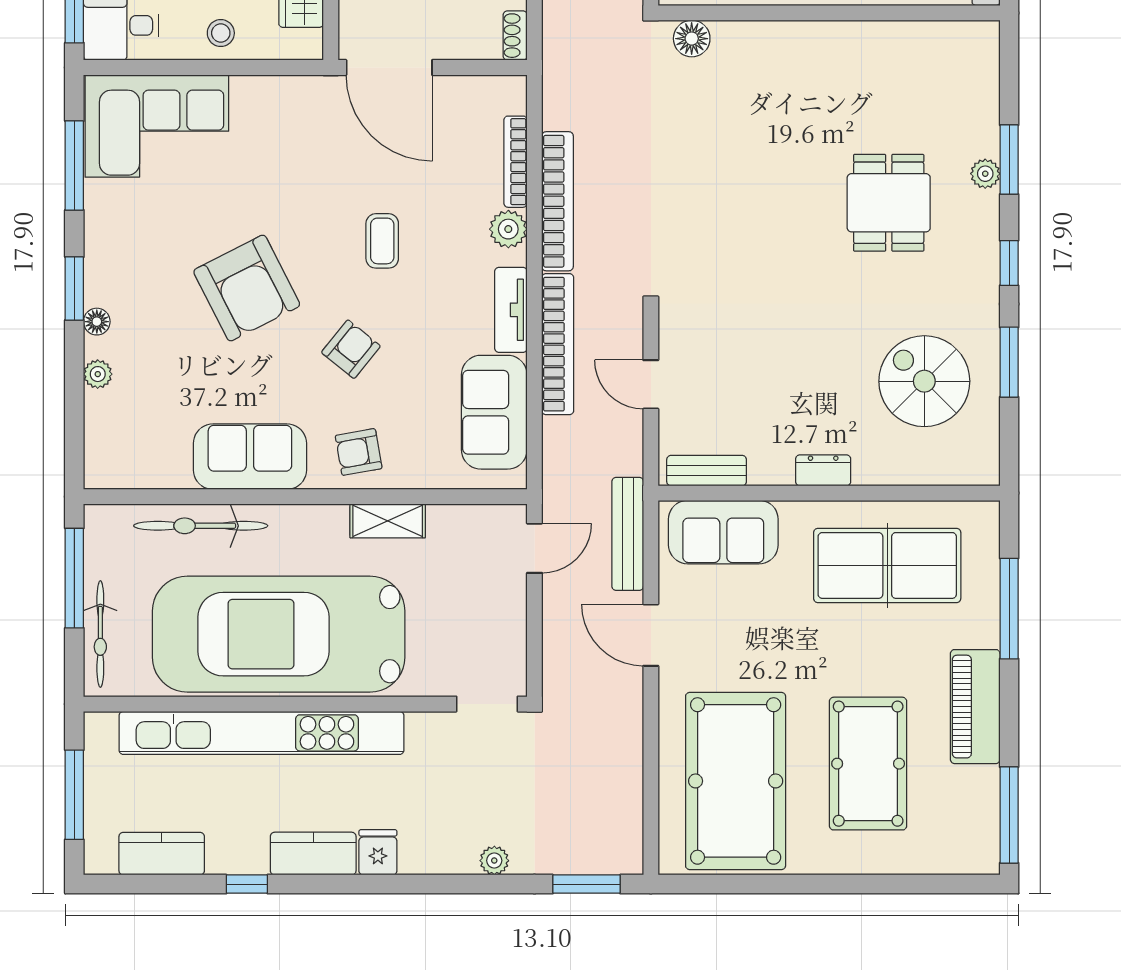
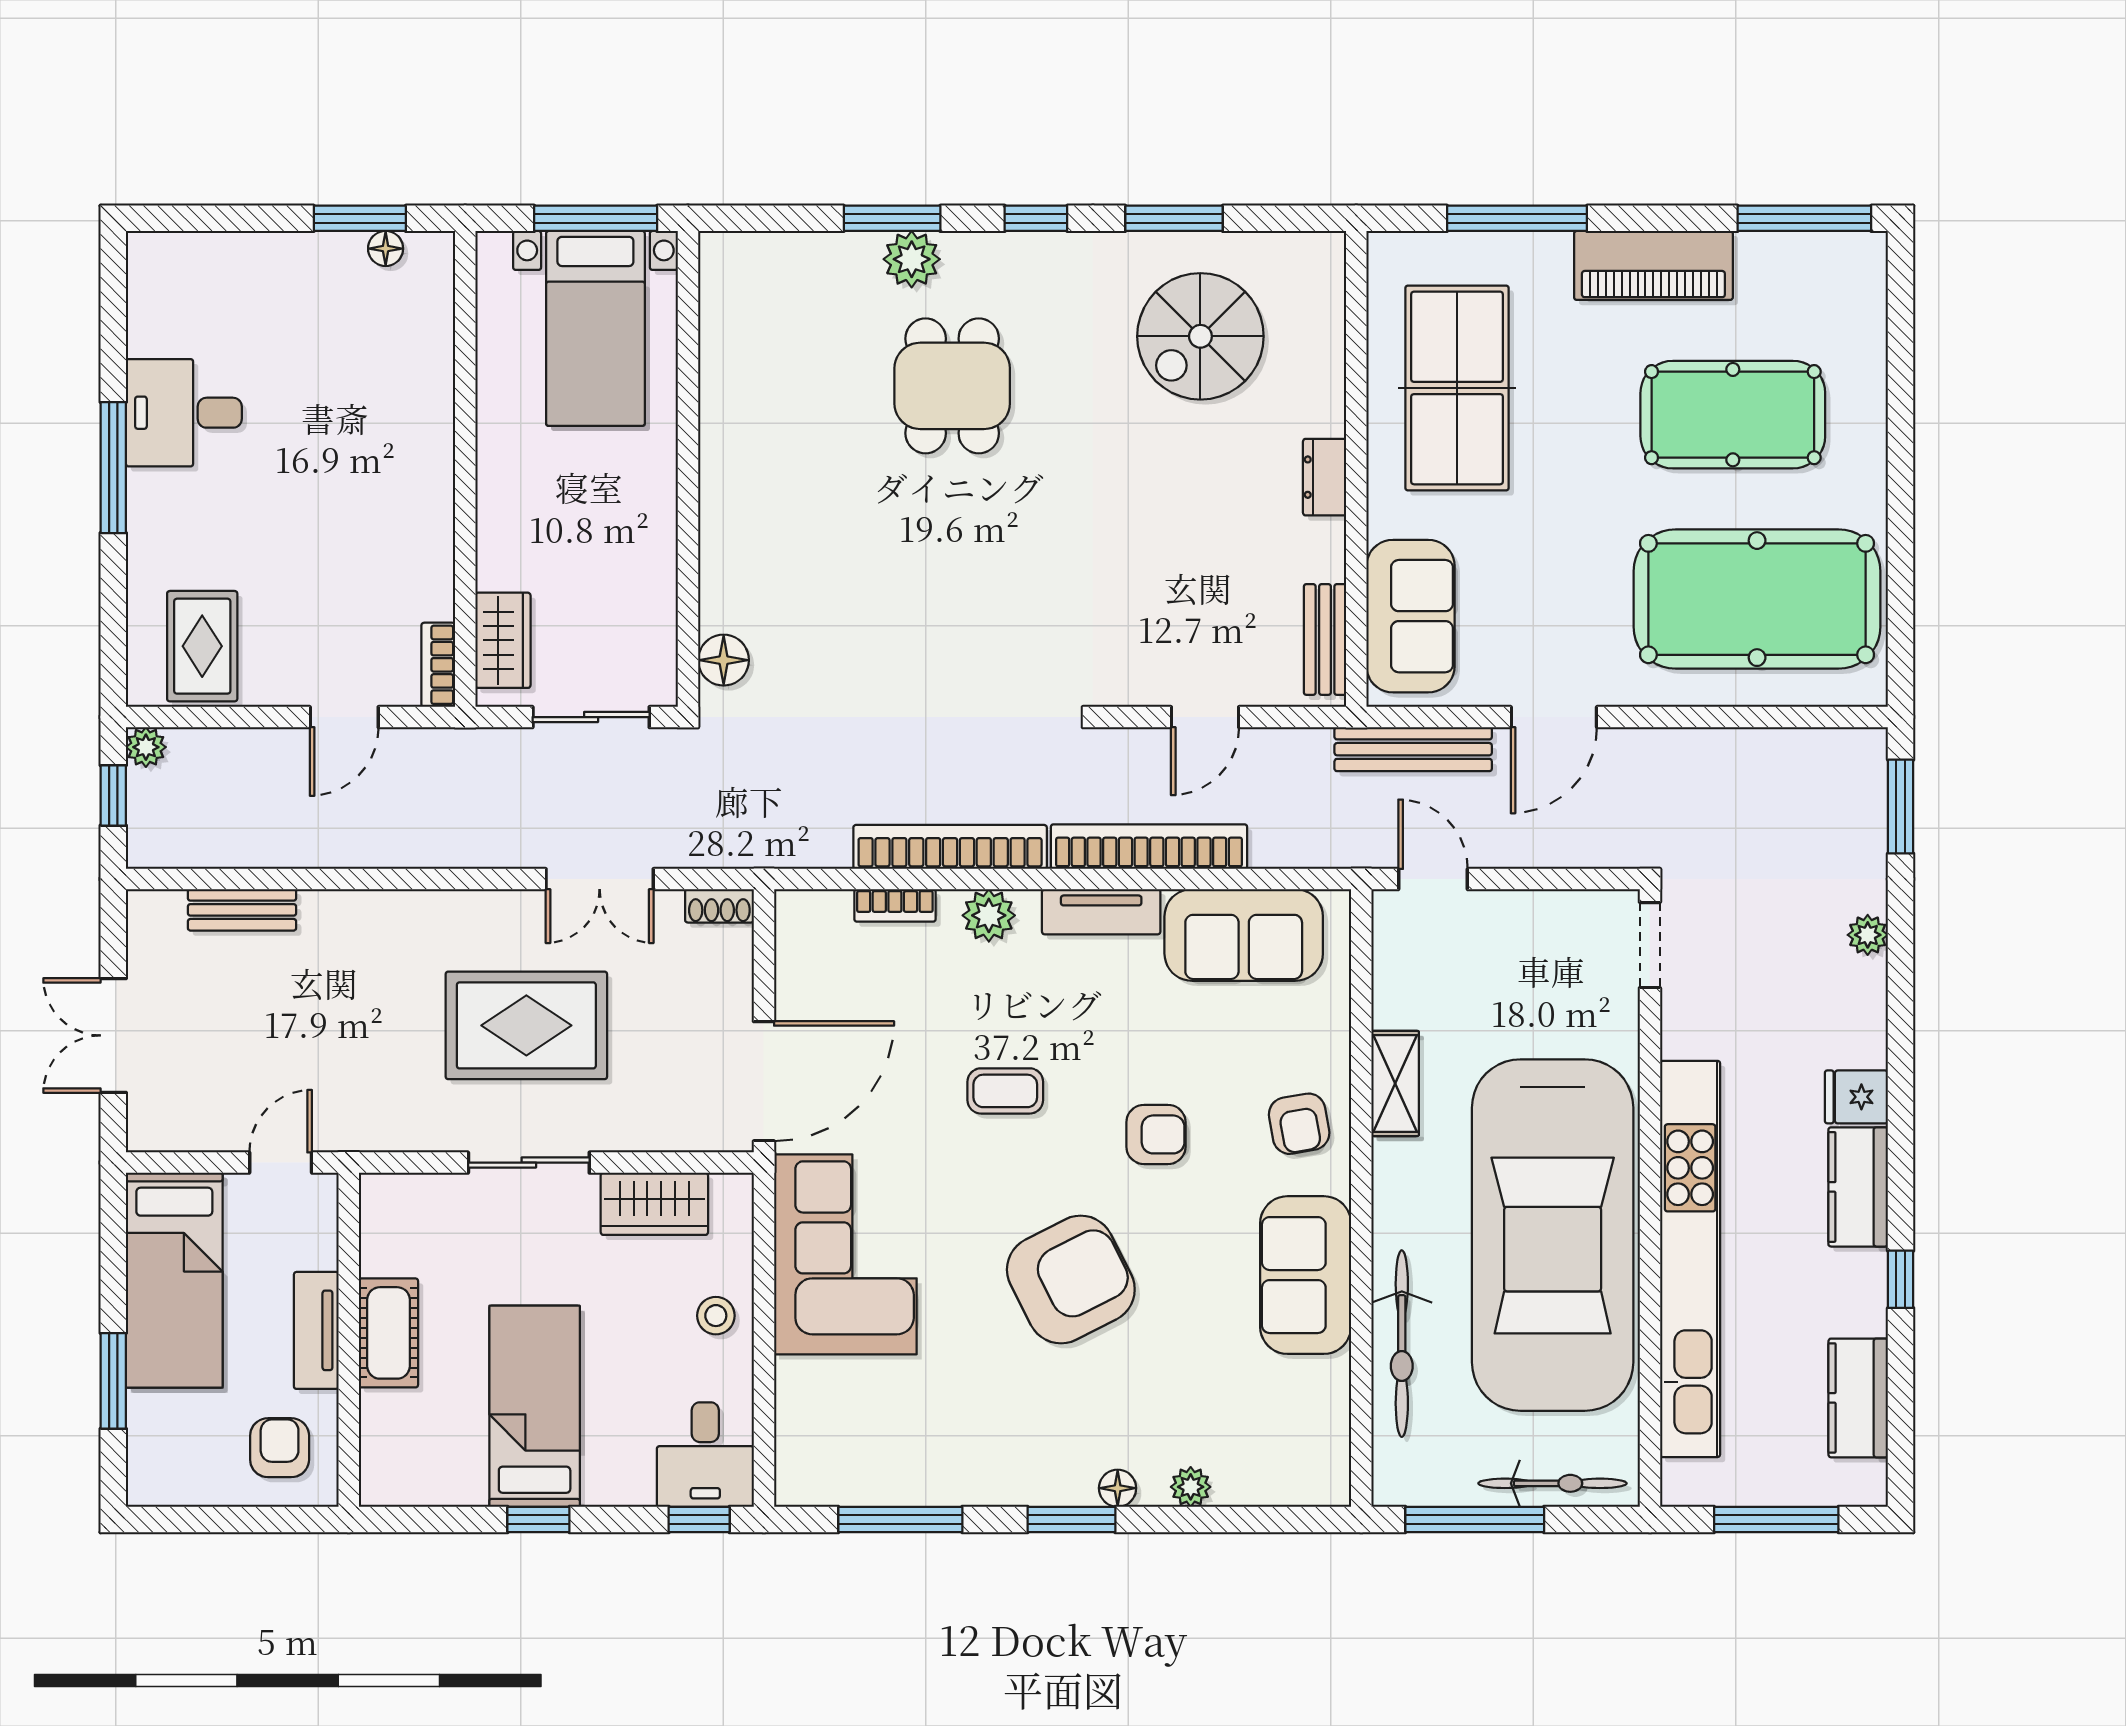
corner sofa: (157, 126) -> (845, 1254), moved
bookcase: (515, 162) -> (895, 905), width x0.64
plant: (985, 174) -> (912, 259), width x1.38, depth x1.38
dining table: (889, 203) -> (952, 386), turned 90
armchair: (351, 349) -> (1156, 1134), turned 141

